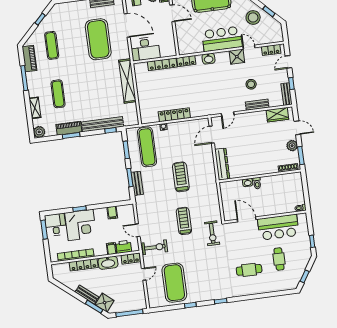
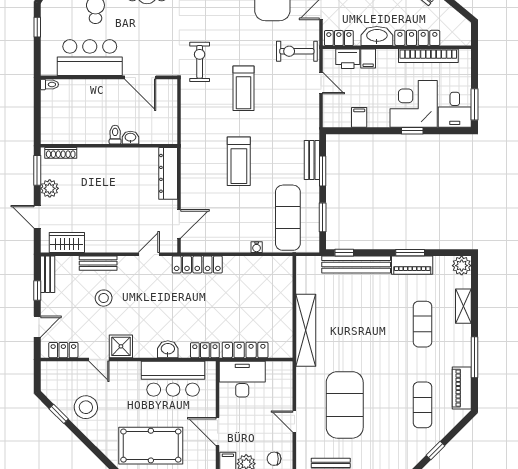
door: (127, 25) -> (294, 422), width x0.53
bar counter: (222, 39) -> (173, 379), moved
desk: (145, 49) -> (242, 379), moved
locker: (174, 115) -> (197, 264), moved

